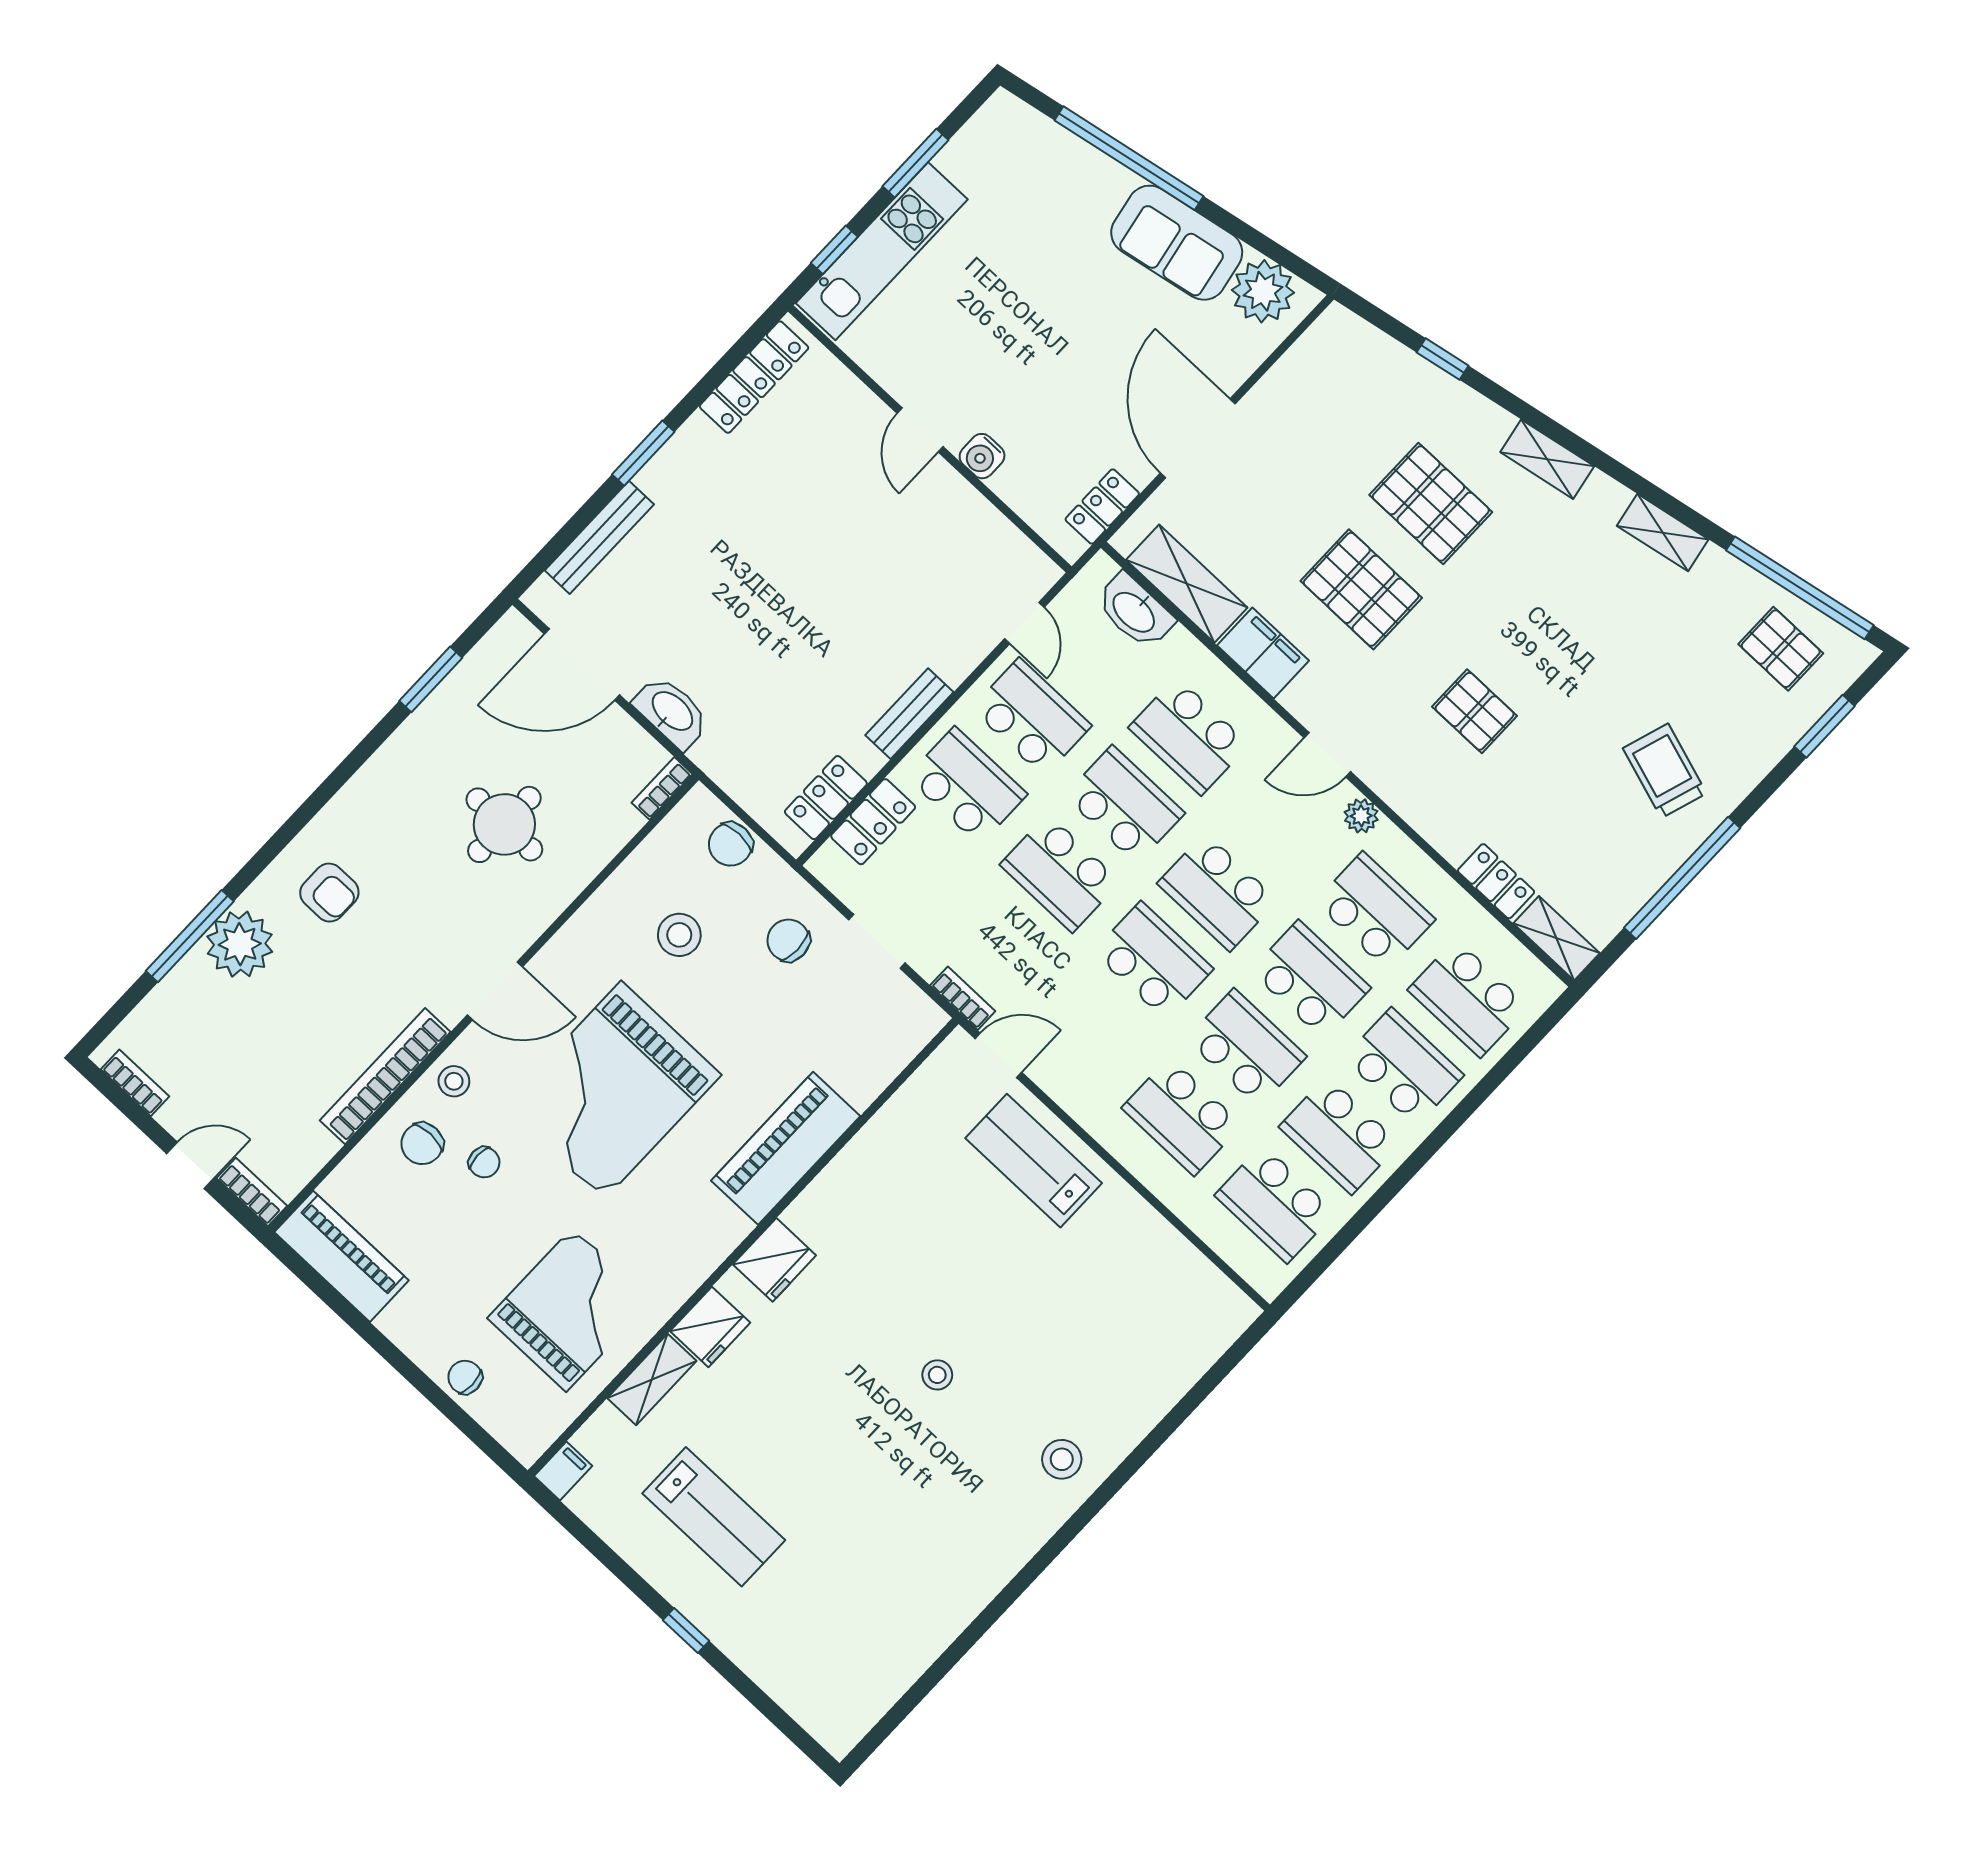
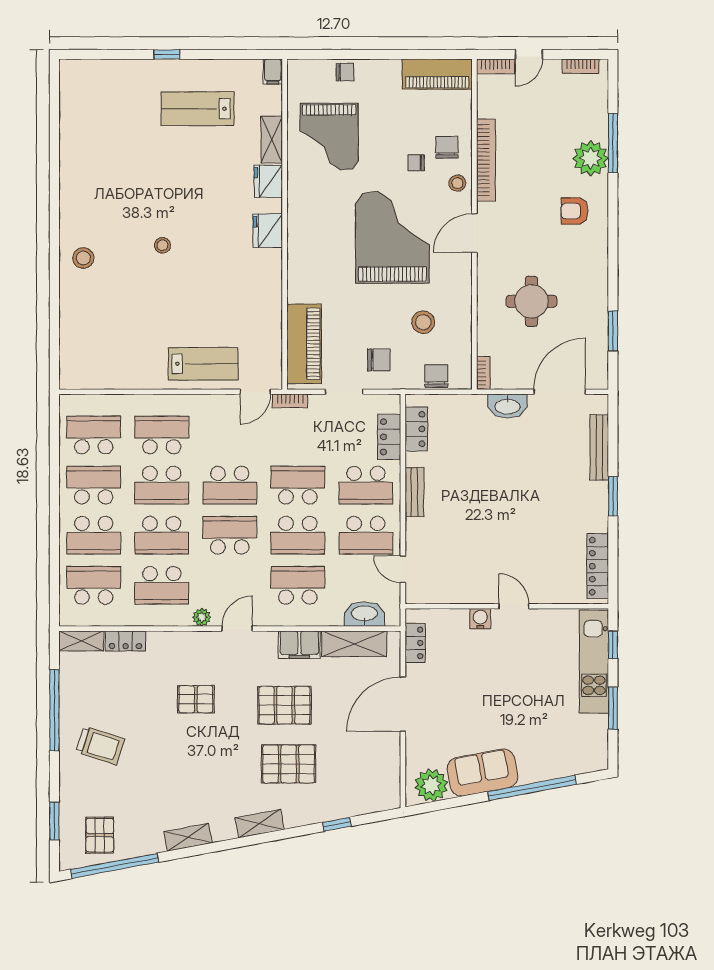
door: (1198, 438) -> (403, 704), swing flipped
pallet: (1781, 649) -> (100, 835), turned 90
piano: (786, 1148) -> (304, 344), moved

